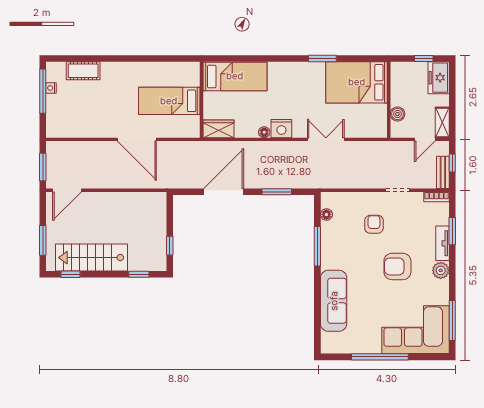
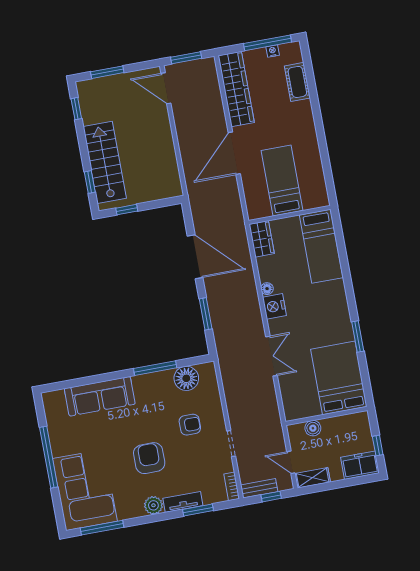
wardrobe: (79, 127) -> (236, 89), added
floor lamp: (326, 215) -> (186, 378), width x1.89, depth x1.89
stairs: (92, 258) -> (105, 162), moved

